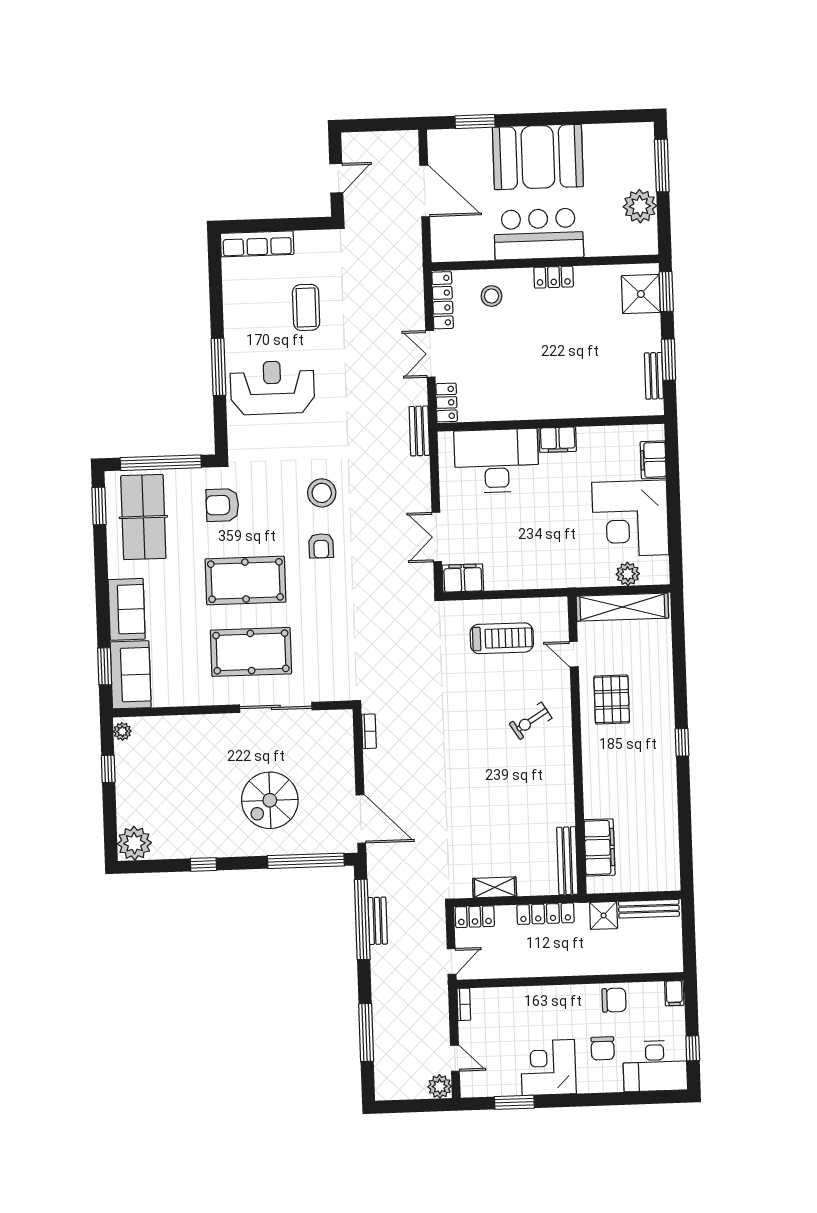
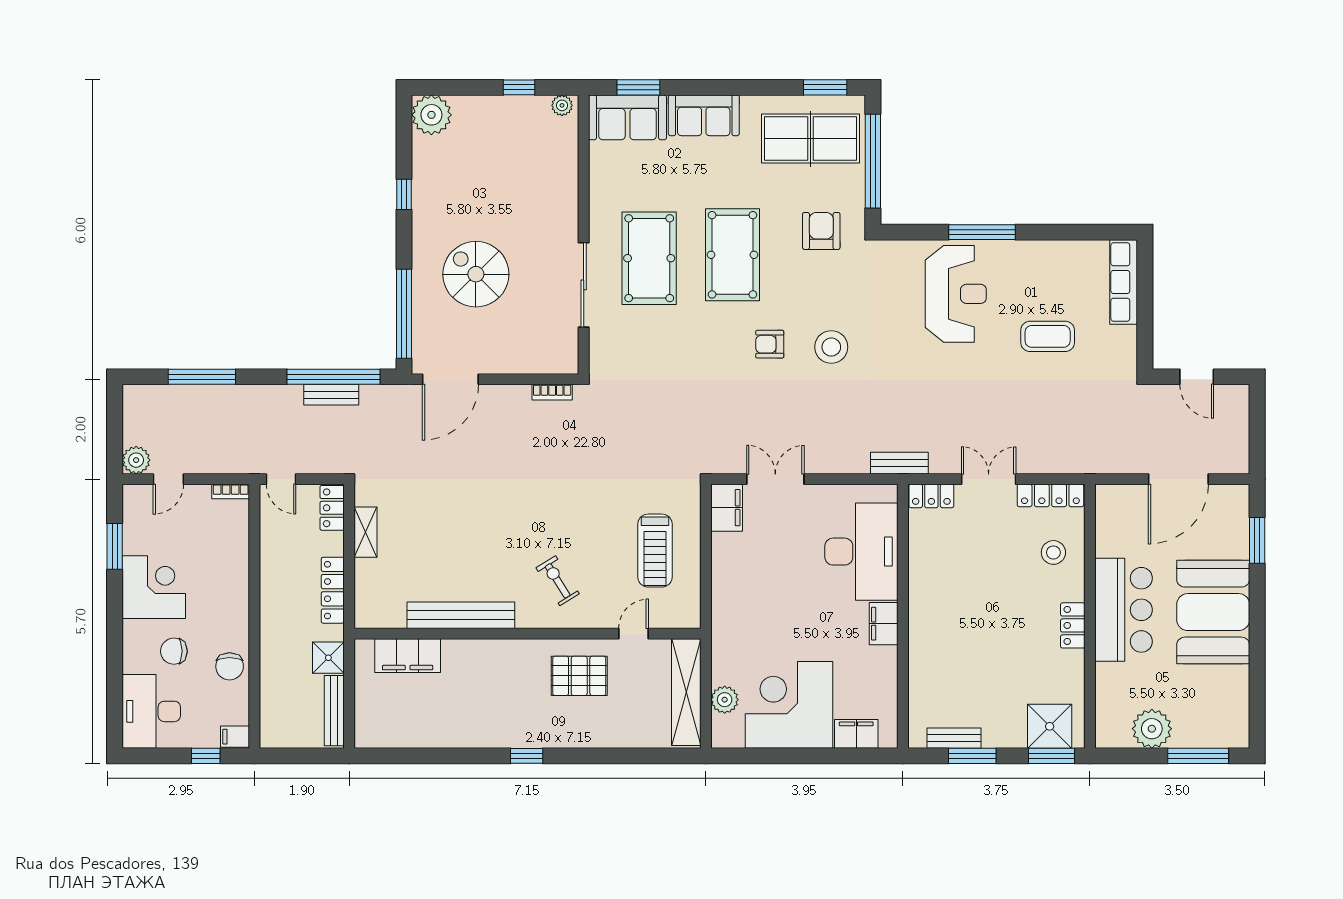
bench: (567, 861) -> (461, 615), moved, width x1.37, depth x1.21
window: (693, 1048) -> (206, 756), moved

